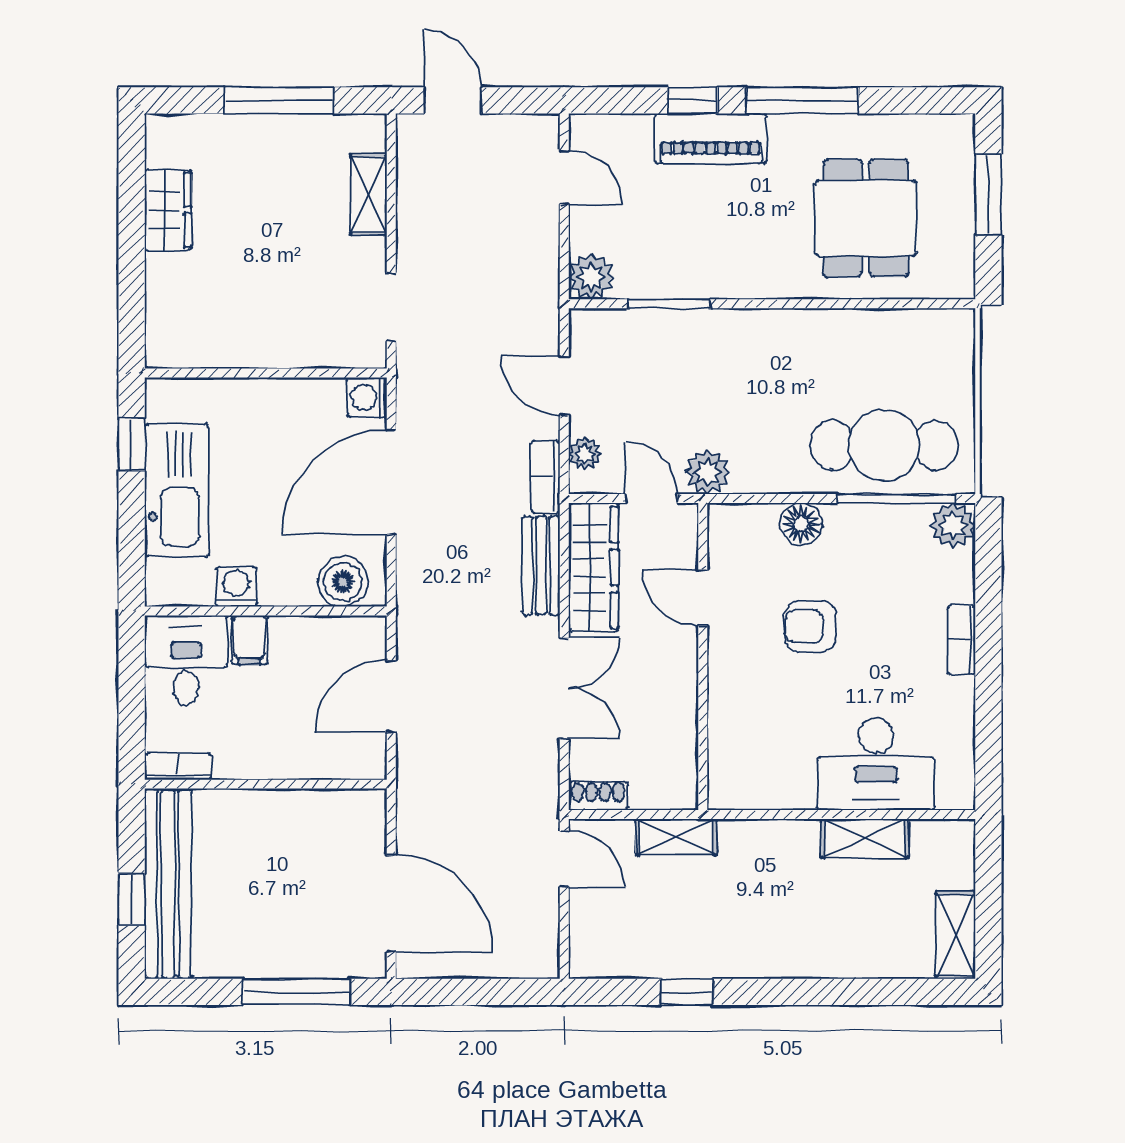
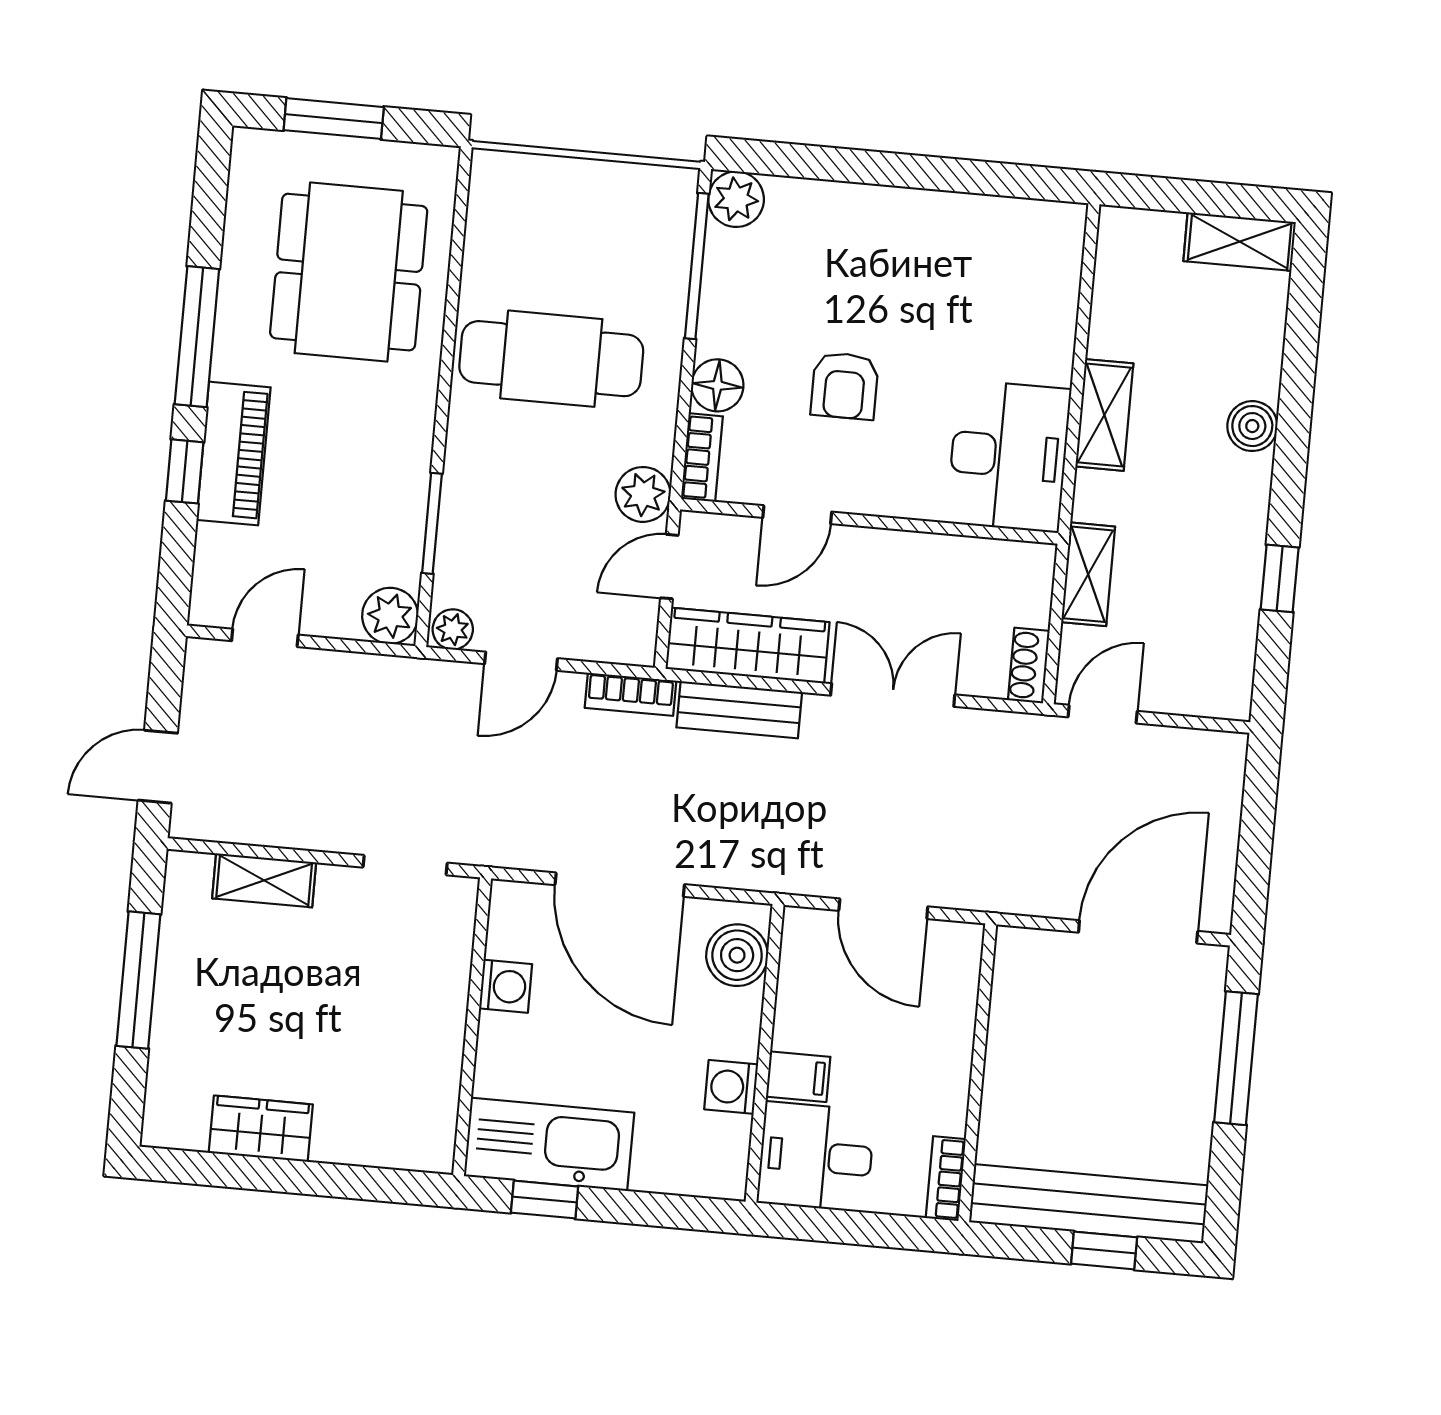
dining table: (866, 218) -> (349, 272), width x1.38
washing machine: (367, 397) -> (506, 986), moved, turned -90
cafe table: (884, 445) -> (551, 359), moved, turned 90
plant: (585, 454) -> (453, 629), moved
kitchen sink: (176, 490) -> (549, 1144), moved
bookcase: (961, 640) -> (702, 458), moved, turned -90
desk: (876, 764) -> (1009, 456), moved
shelving: (865, 838) -> (1104, 415), moved
boiler: (808, 959) -> (1252, 426), added

